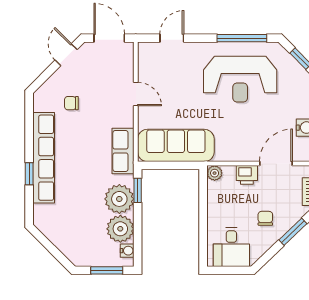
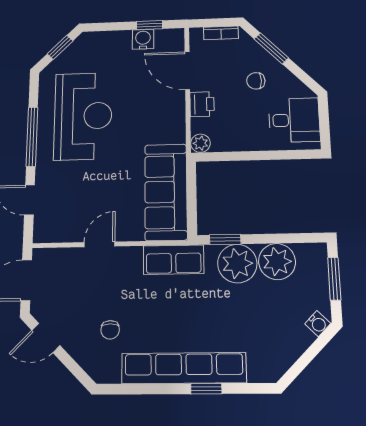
window: (242, 38) -> (32, 137), moved
water cooler: (127, 251) -> (318, 324), moved, turned 135

